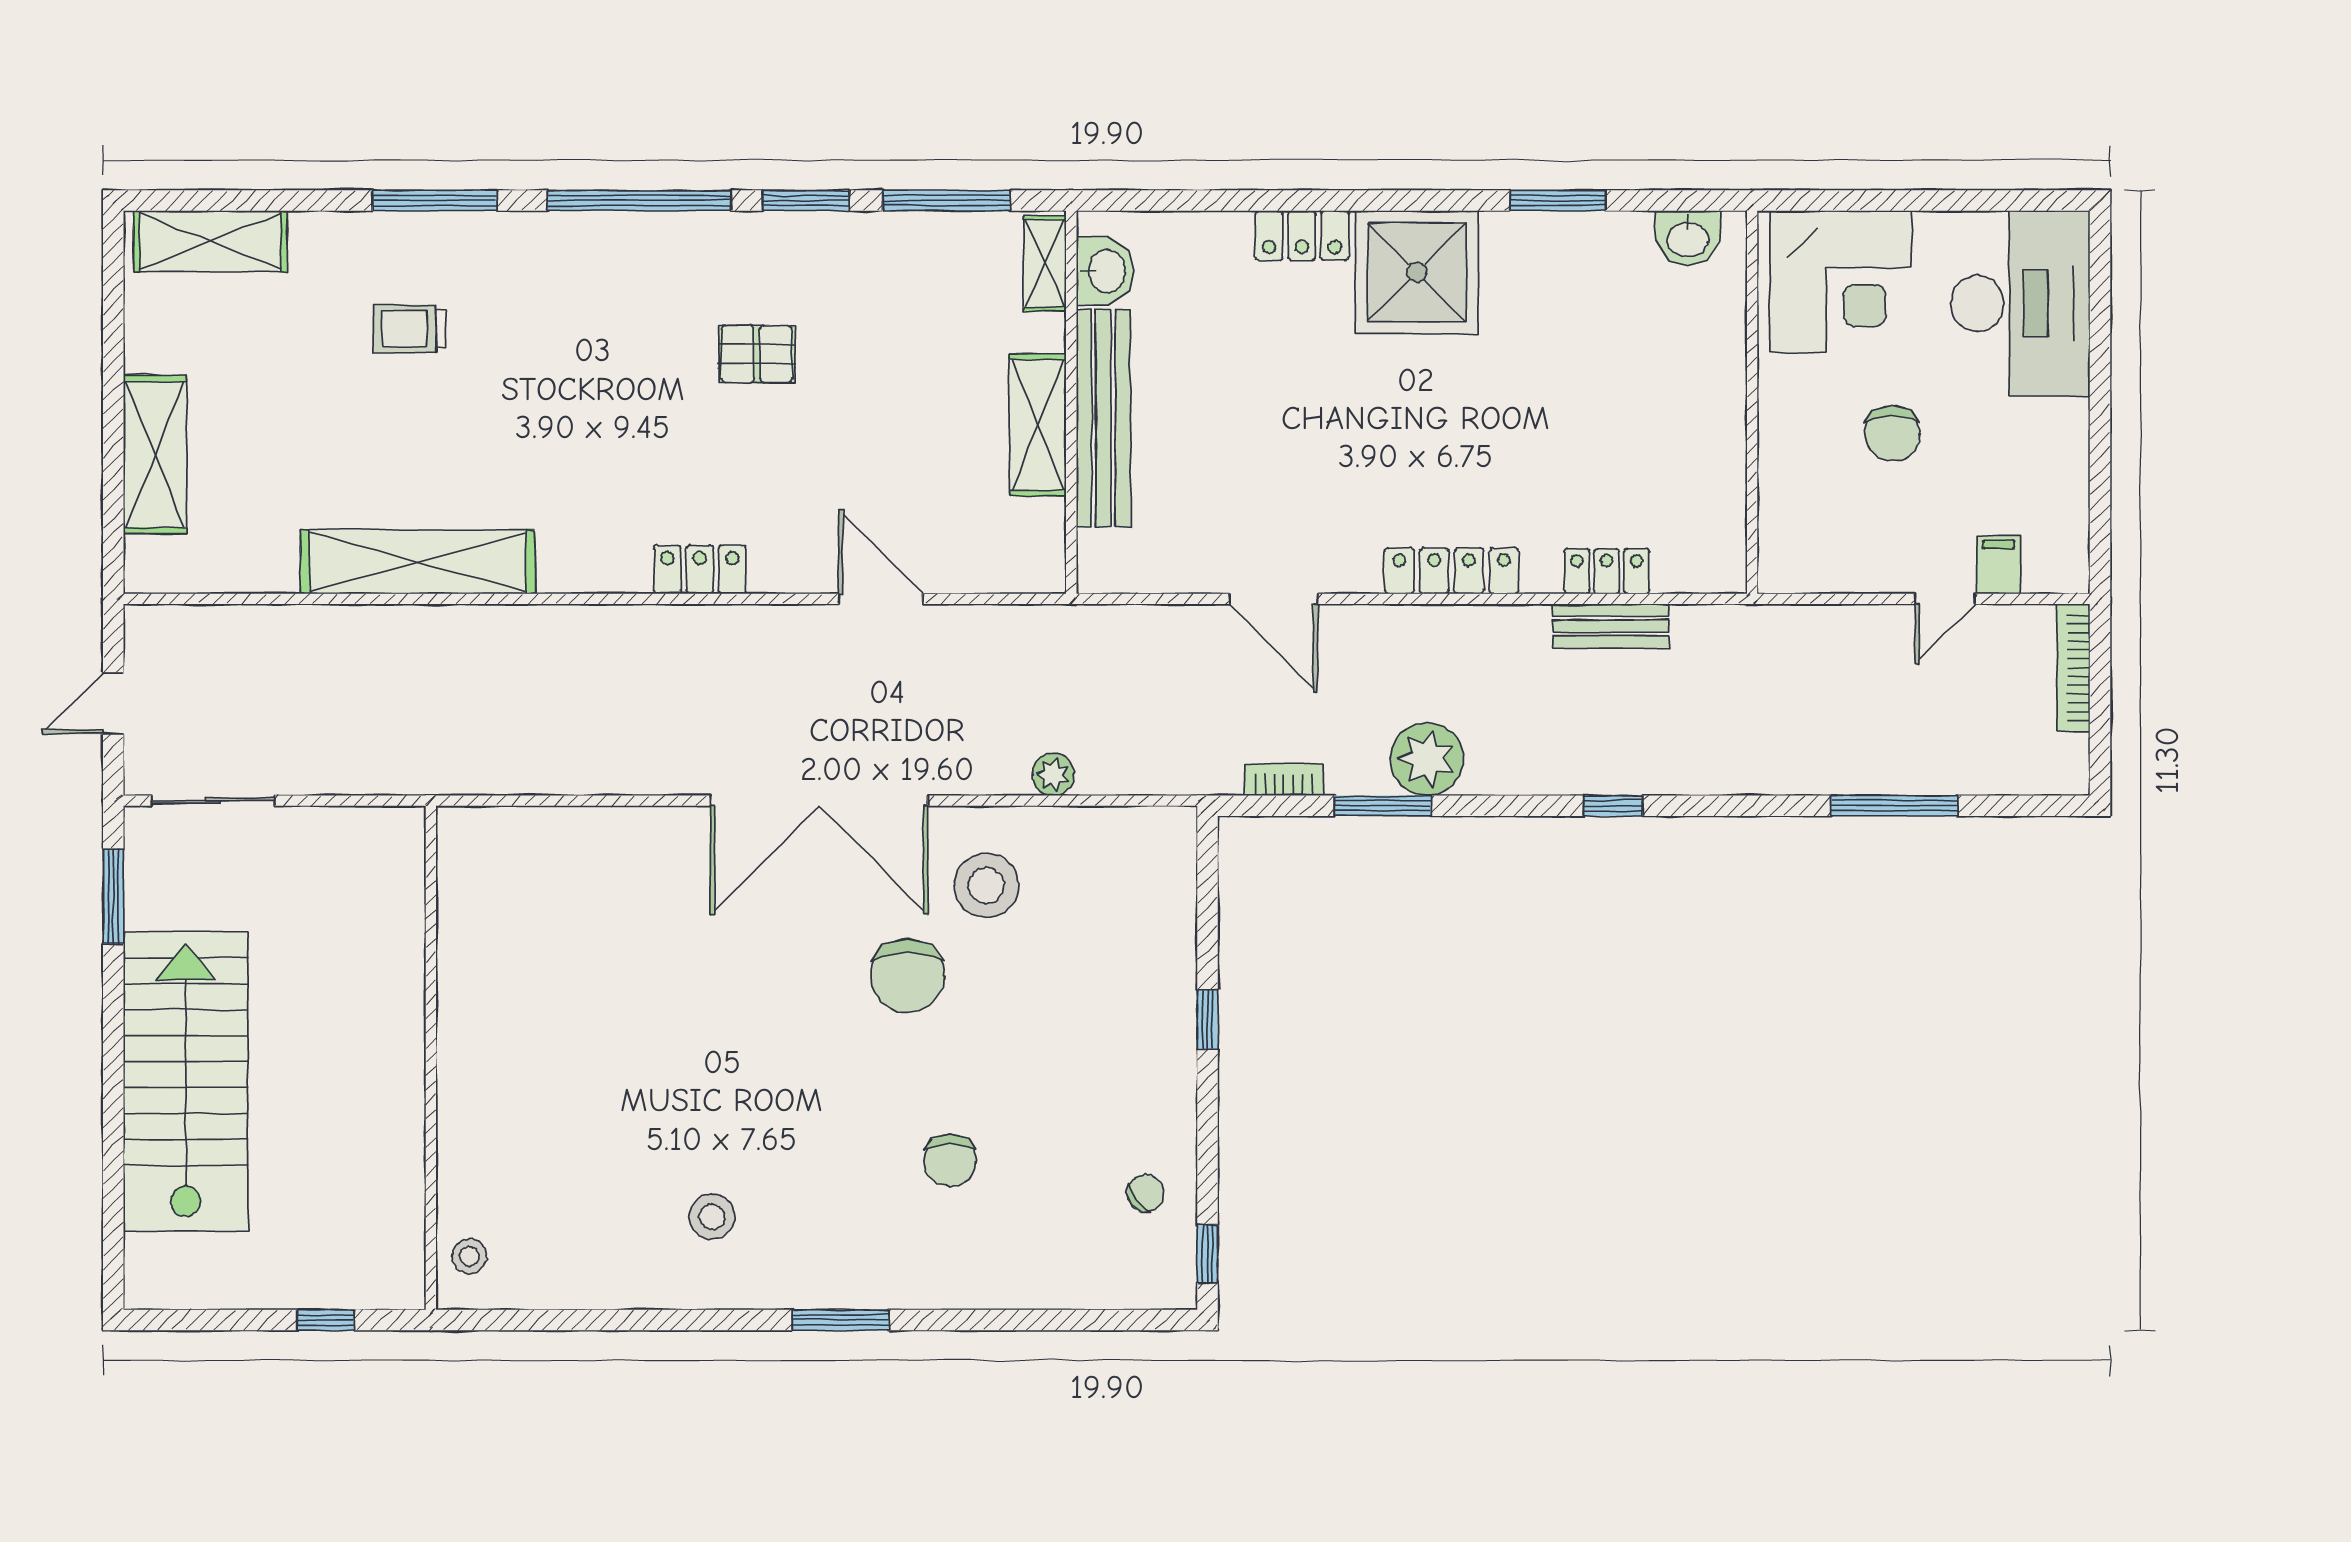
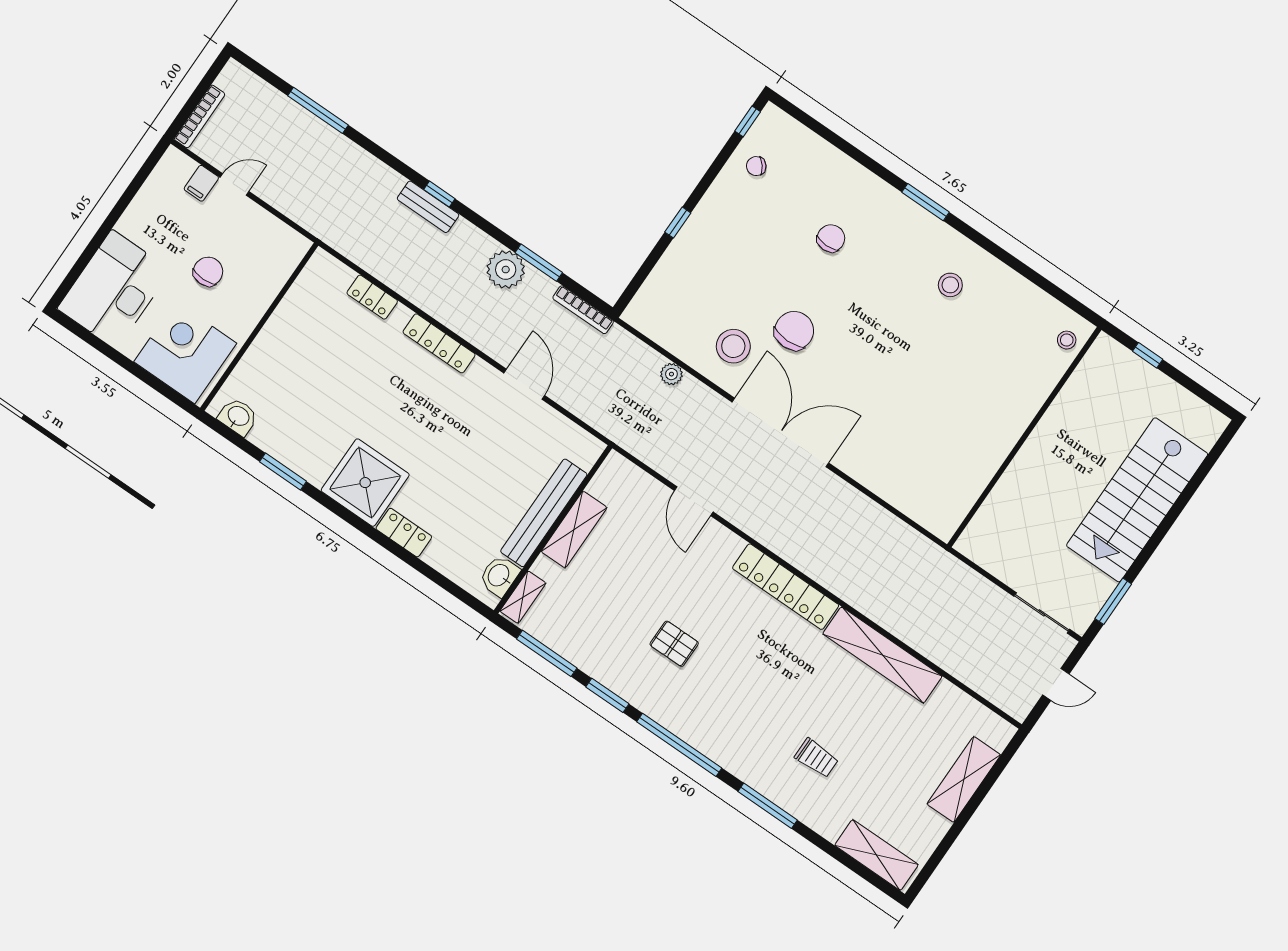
locker: (700, 569) -> (786, 587), width x2.16, depth x1.21
bench: (1611, 626) -> (428, 207), moved
bookcase: (1284, 780) -> (583, 310), width x1.56

